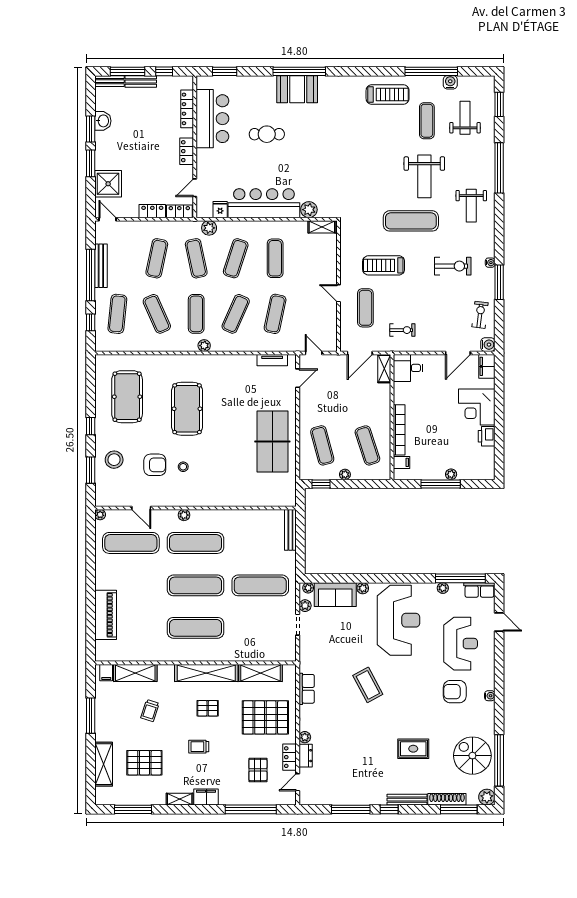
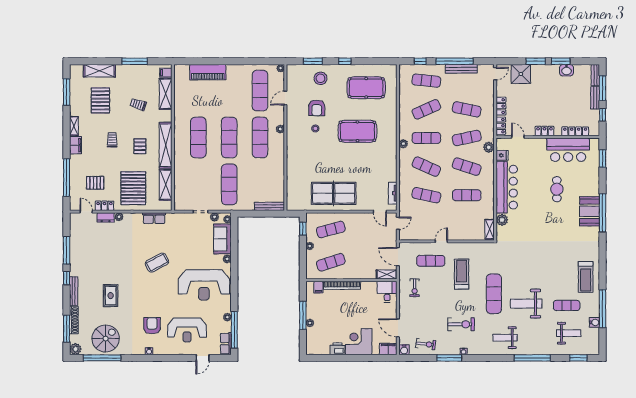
exercise bike: (453, 266) -> (461, 324), turned -90

